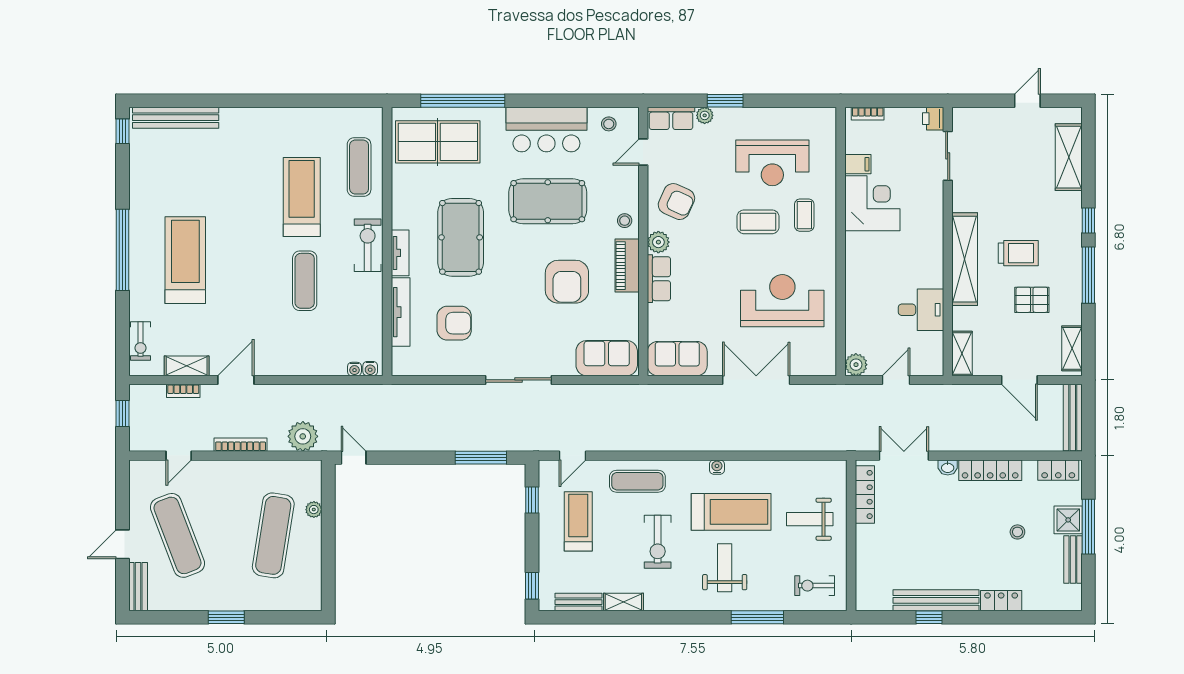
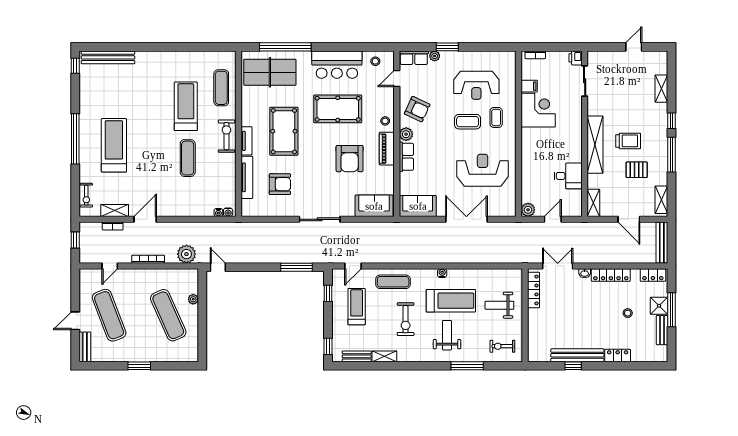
shelving: (1069, 157) -> (661, 89), width x0.67, depth x0.75
exercise mat: (273, 535) -> (168, 315), turned -33

